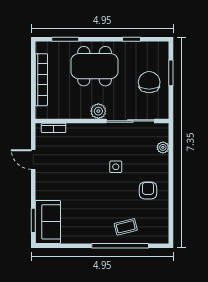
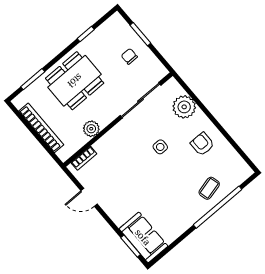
chair: (149, 82) -> (129, 56), width x0.54, depth x0.54
plant: (98, 111) -> (91, 129), moved
plant: (163, 147) -> (184, 107), width x1.88, depth x1.88

